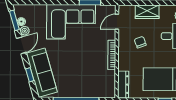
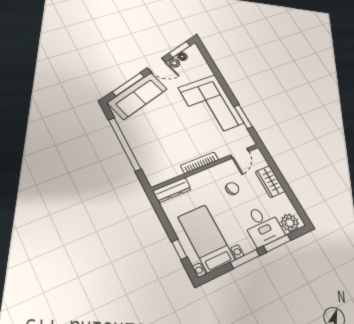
door: (117, 22) -> (240, 153), swing flipped
window: (30, 75) -> (128, 84), width x2.17

